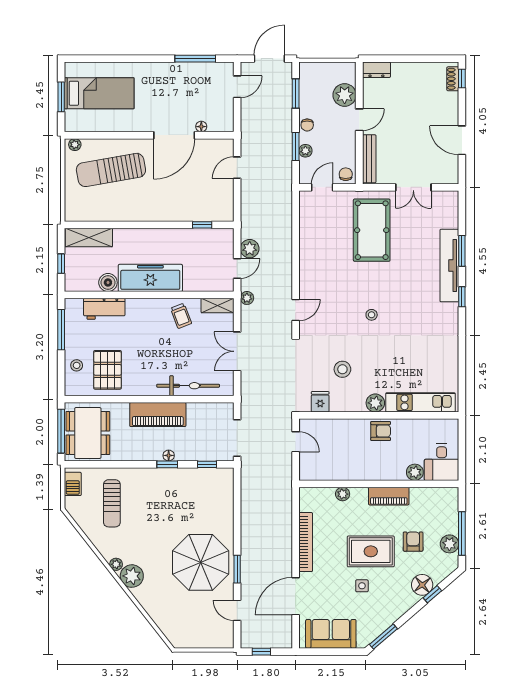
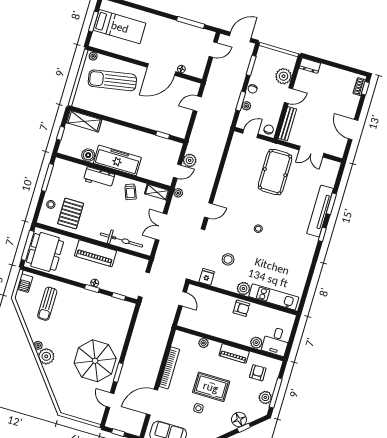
workbench: (104, 309) -> (99, 177), moved
armchair: (413, 542) -> (258, 373), moved

